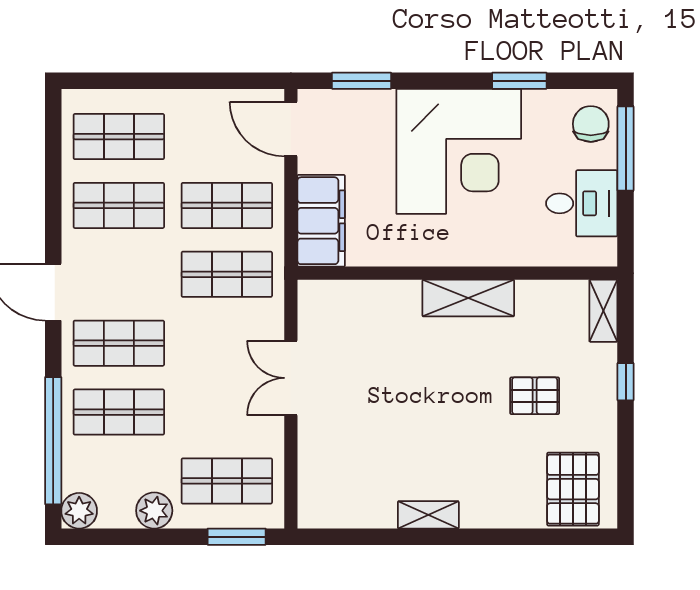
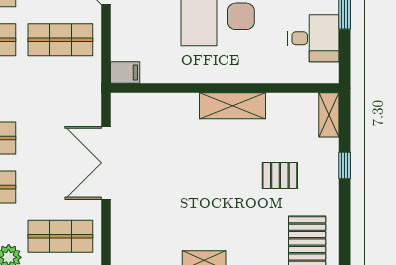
filing cabinet: (321, 221) -> (125, 73), width x0.33, depth x0.86
shop shelf: (227, 274) -> (60, 89), removed
double door: (291, 378) -> (106, 163), width x1.37

